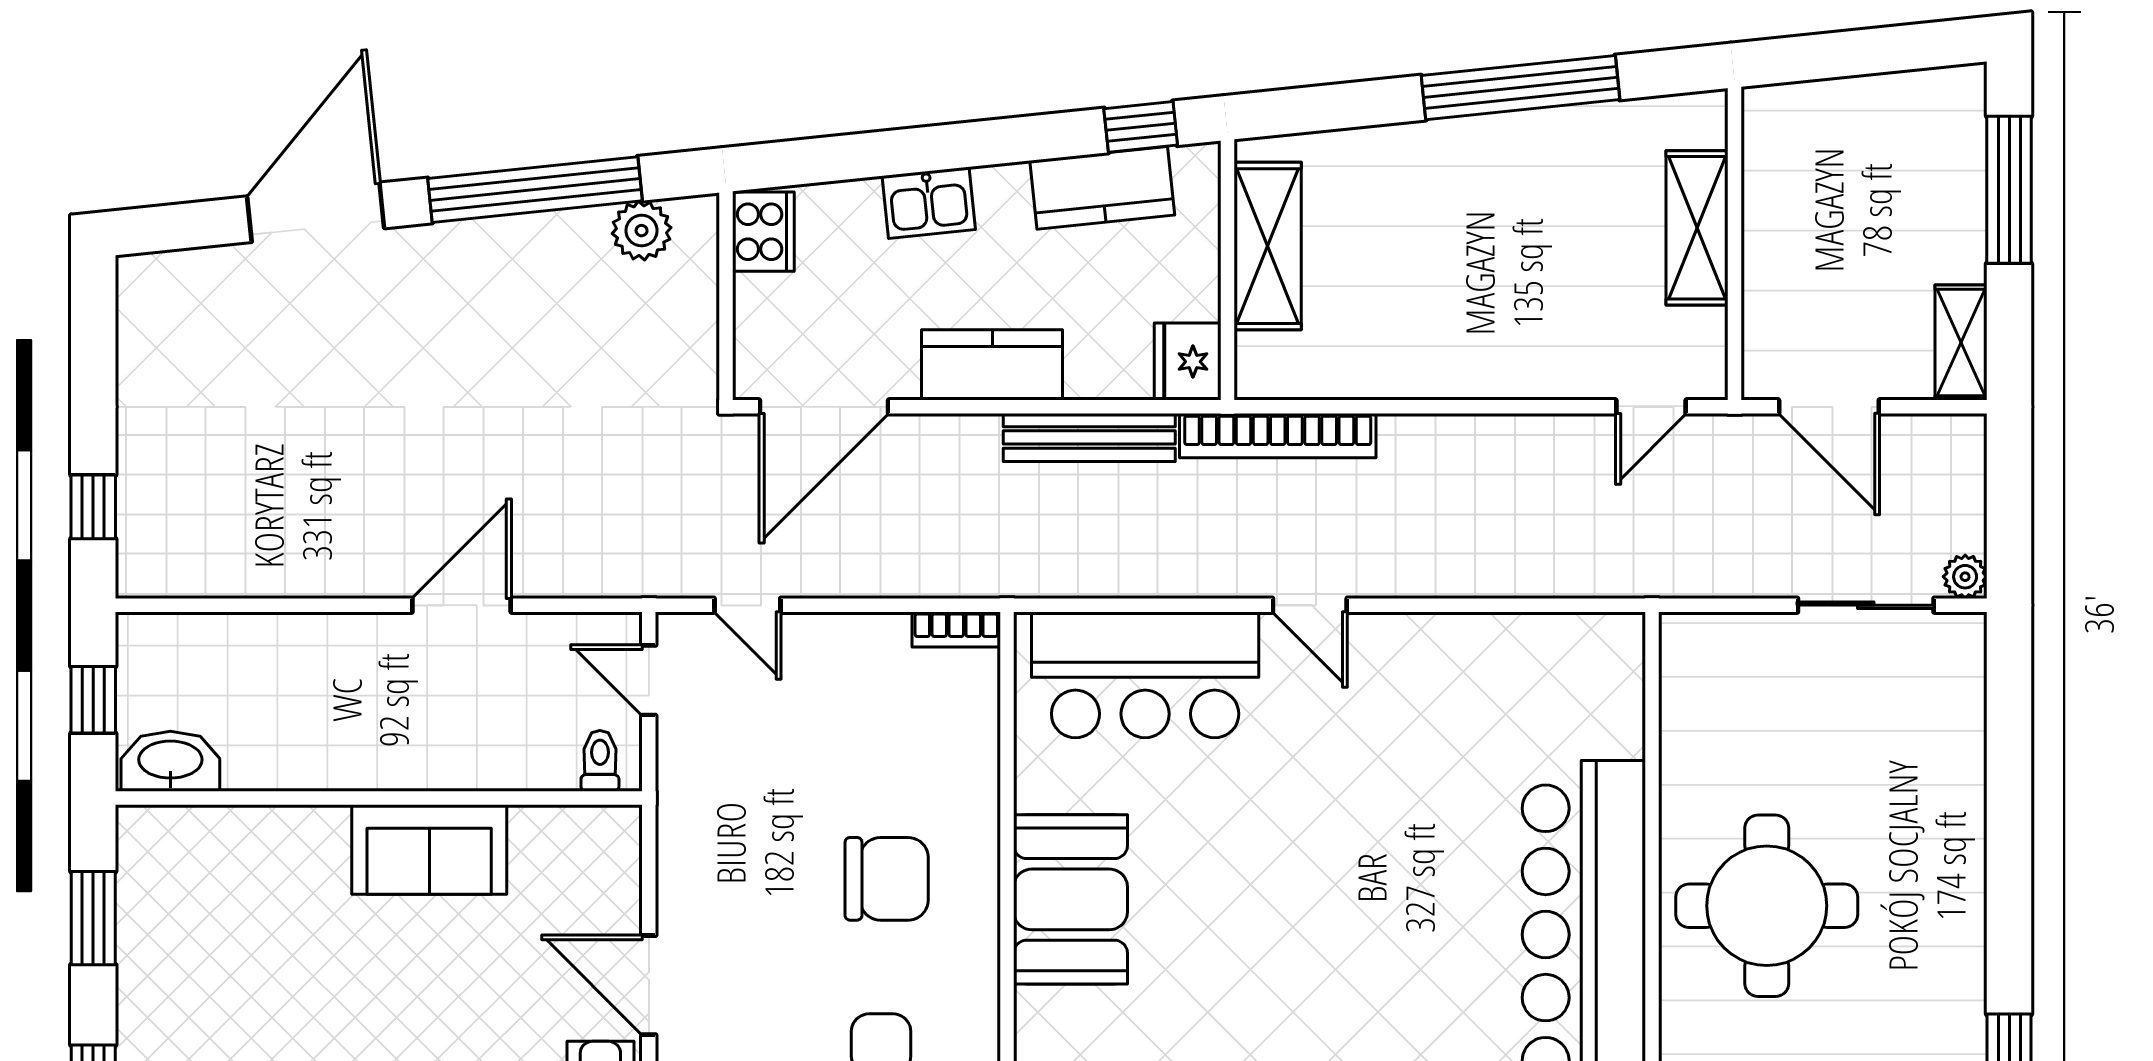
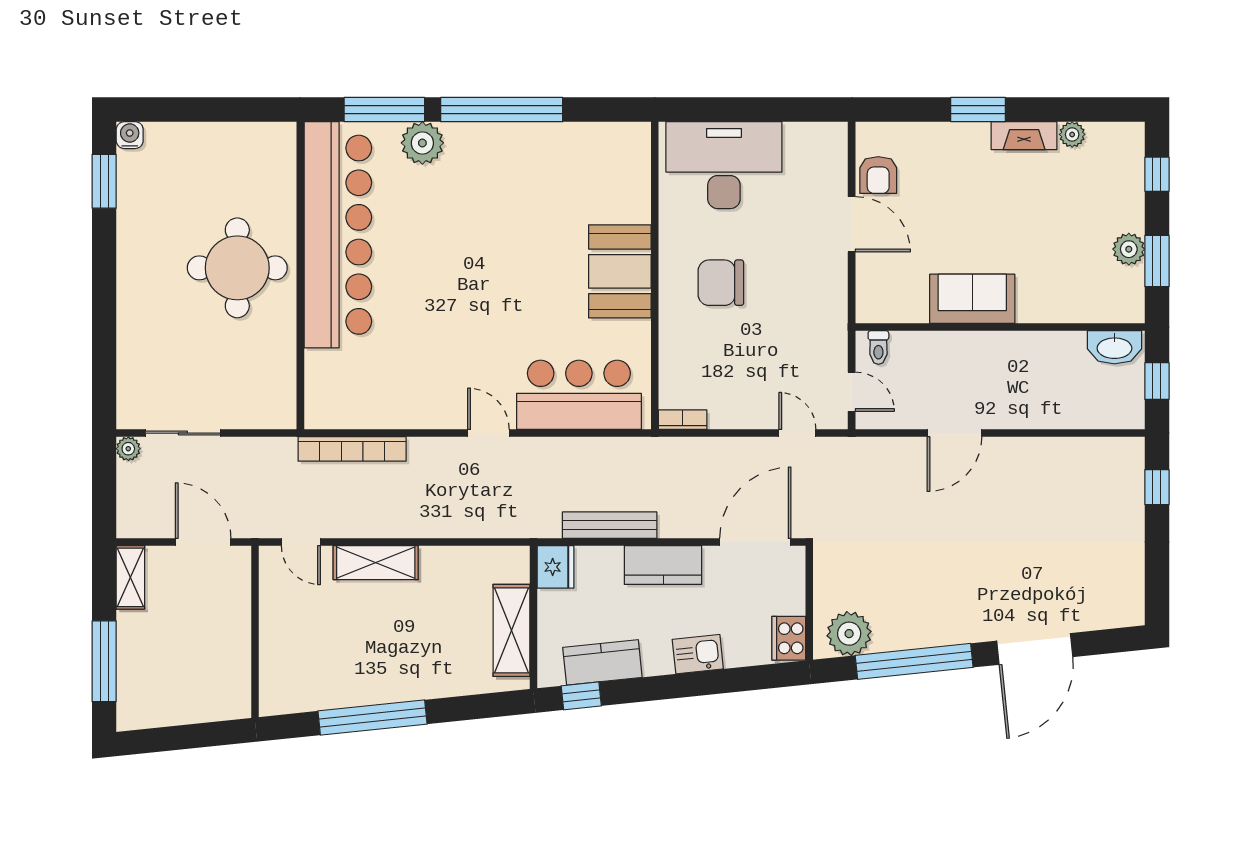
shelving: (1697, 228) -> (376, 563), moved, turned 90
plant: (642, 231) -> (849, 634), width x1.36, depth x1.36
door: (1651, 407) -> (301, 542), swing flipped
bookcase: (1278, 436) -> (352, 449), moved, turned 180
plant: (144, 940) -> (1129, 249), added

